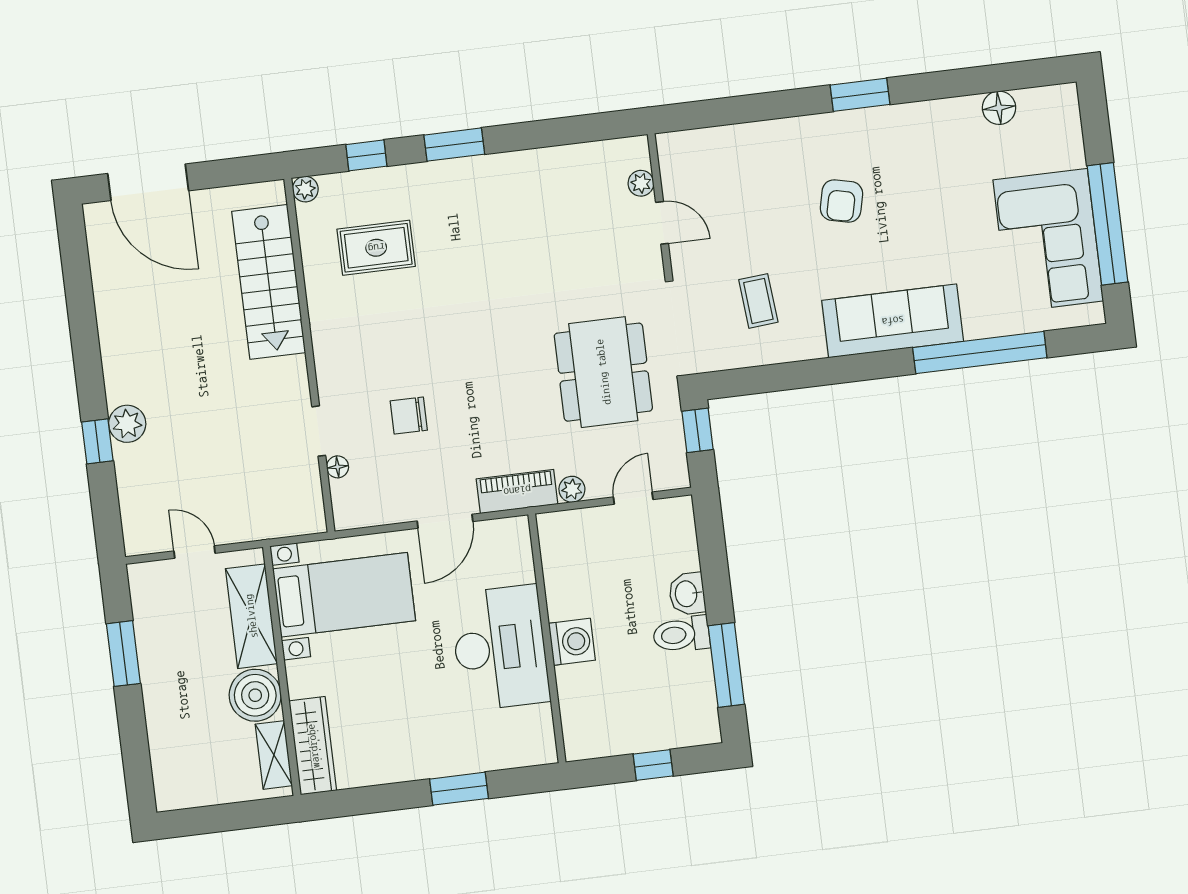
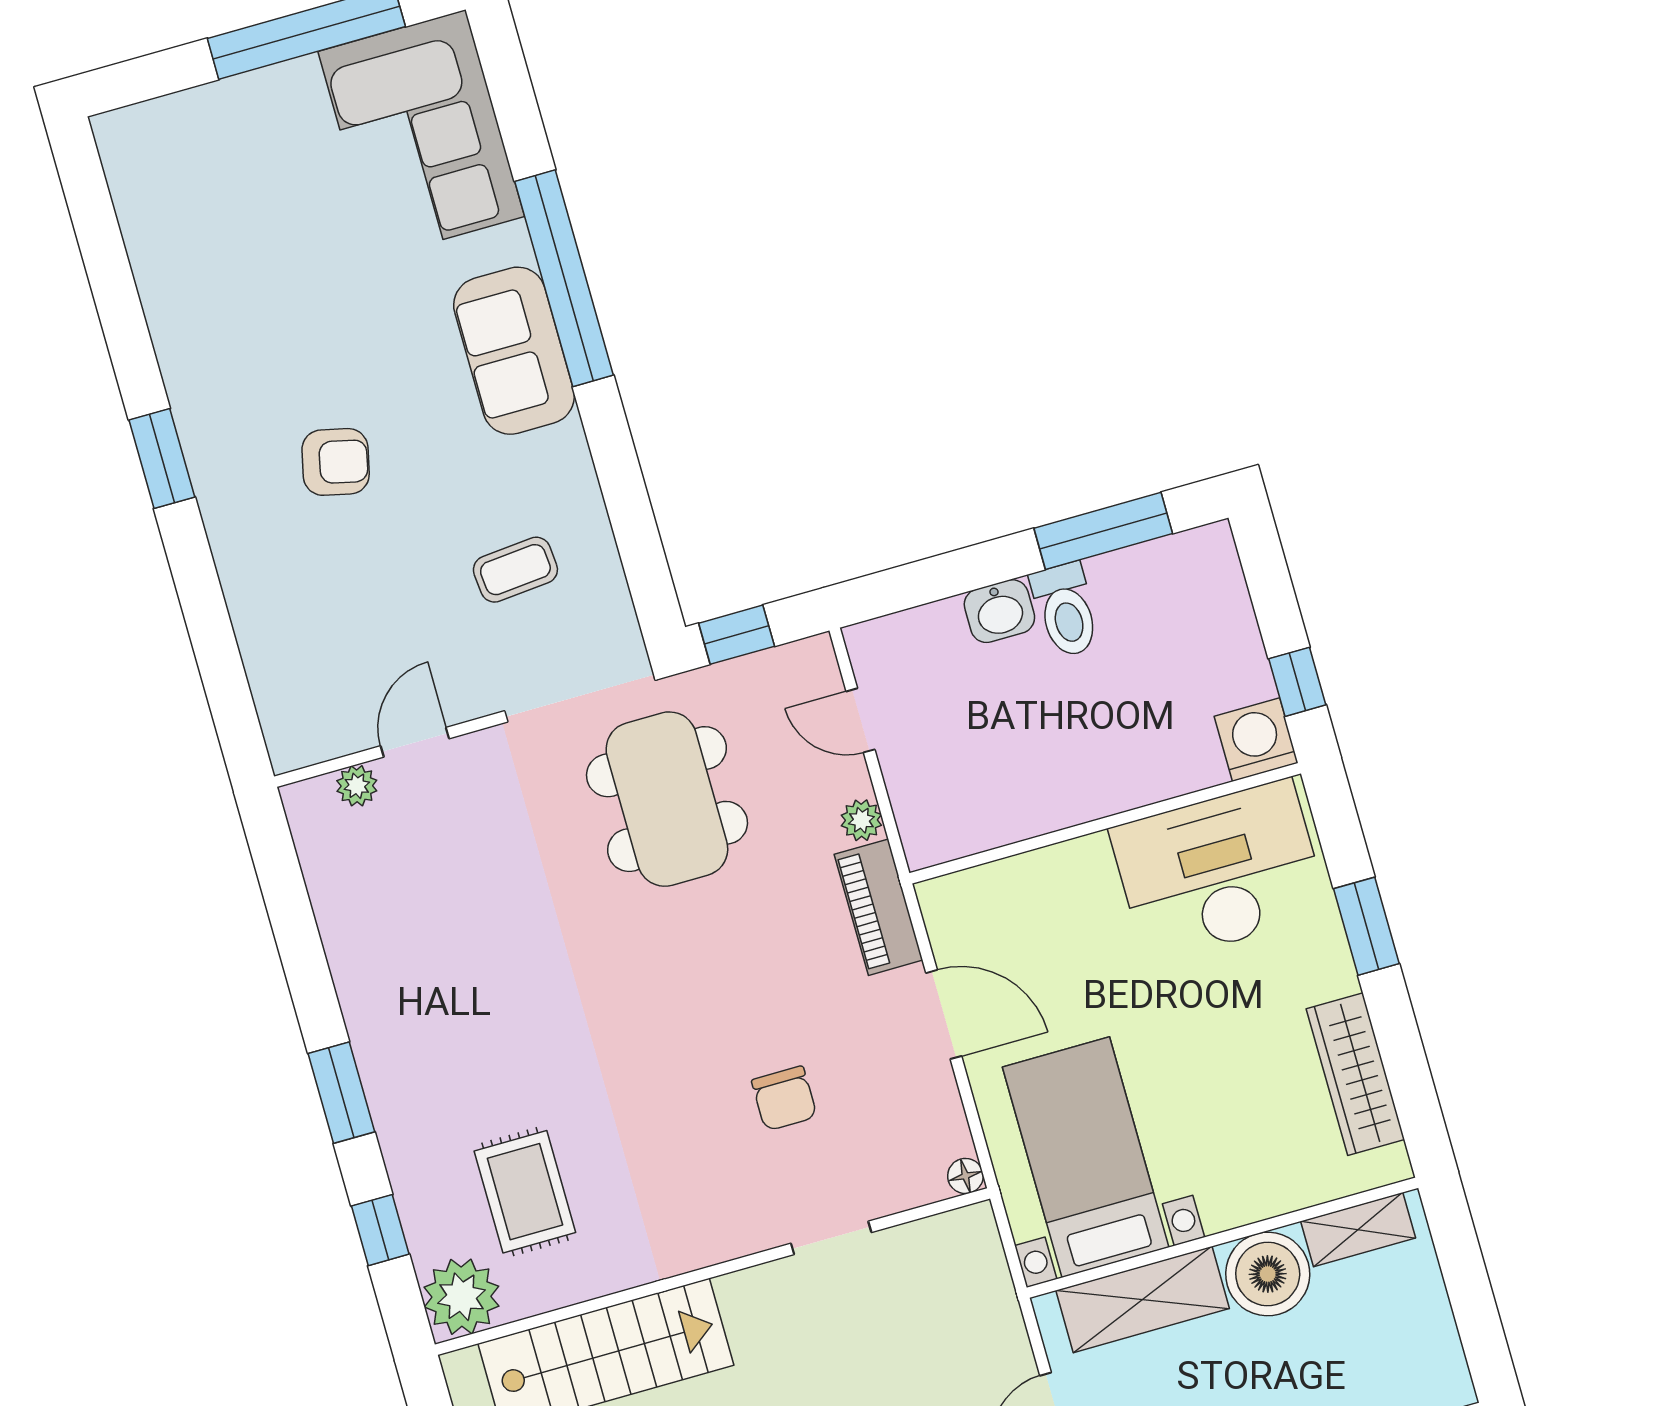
floor lamp: (999, 108) -> (148, 234), removed
plant: (305, 189) -> (461, 1297), width x1.88, depth x1.88
corner sofa: (1048, 240) -> (421, 134), moved, turned 90
sofa: (893, 321) -> (514, 351), width x0.73
window: (980, 353) -> (564, 278), moved
dining table: (603, 372) -> (667, 799), turned 90
floor lamp: (338, 467) -> (965, 1176), moved
washing machine: (572, 642) -> (1256, 740), moved
desk: (500, 648) -> (1219, 871), moved
wardrobe: (313, 746) -> (1355, 1074), moved, turned -90
window: (653, 765) -> (1297, 682), moved

